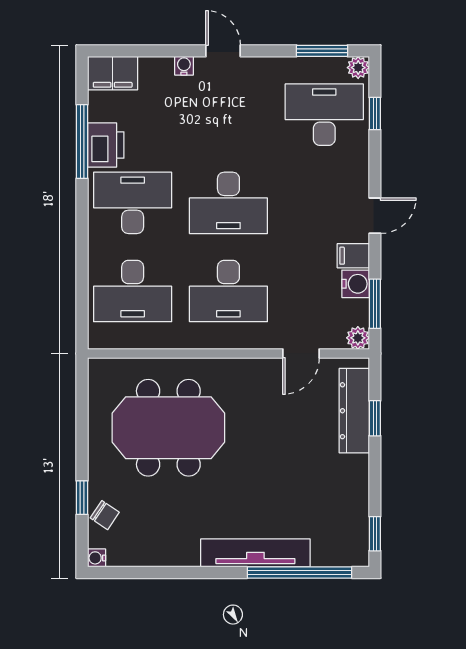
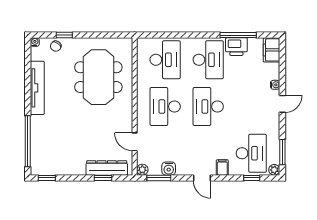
filing cabinet: (353, 256) -> (222, 167), moved
desk: (133, 291) -> (165, 60), turned 180
tv unit: (255, 553) -> (37, 88), moved

